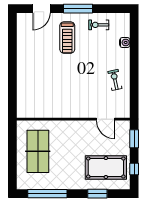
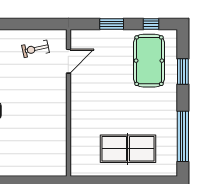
wall: (73, 119) -> (68, 103), moved
door: (106, 119) -> (68, 61), moved

